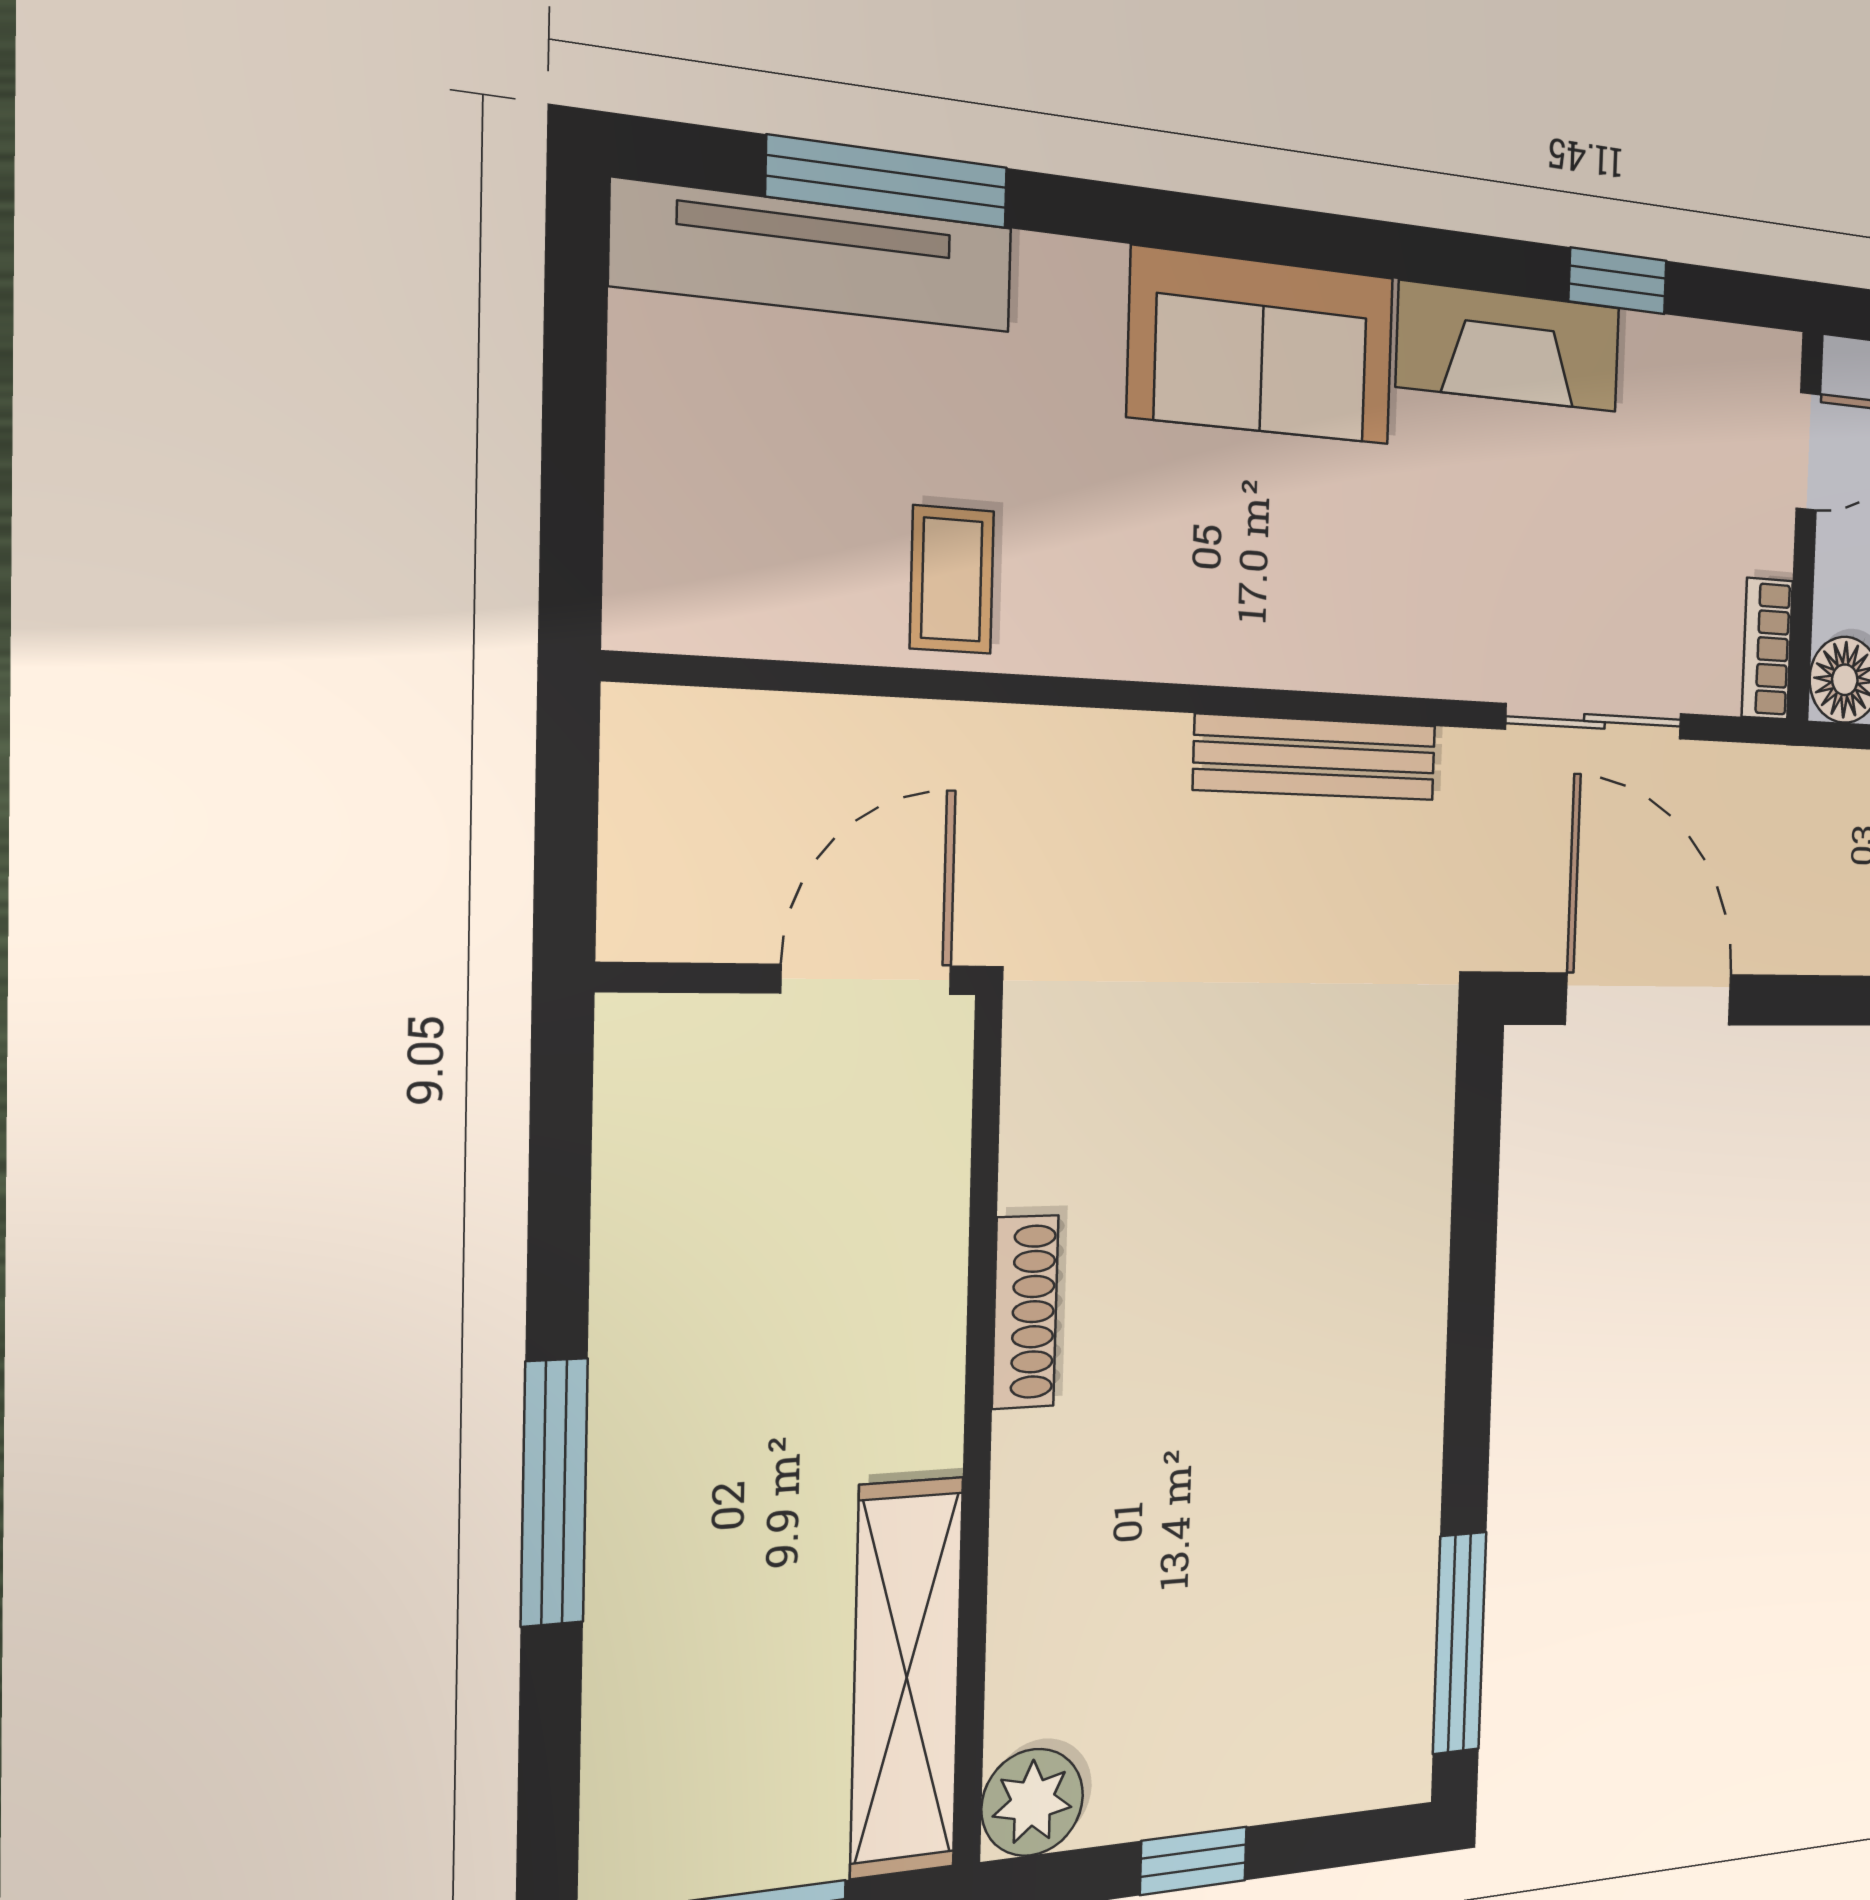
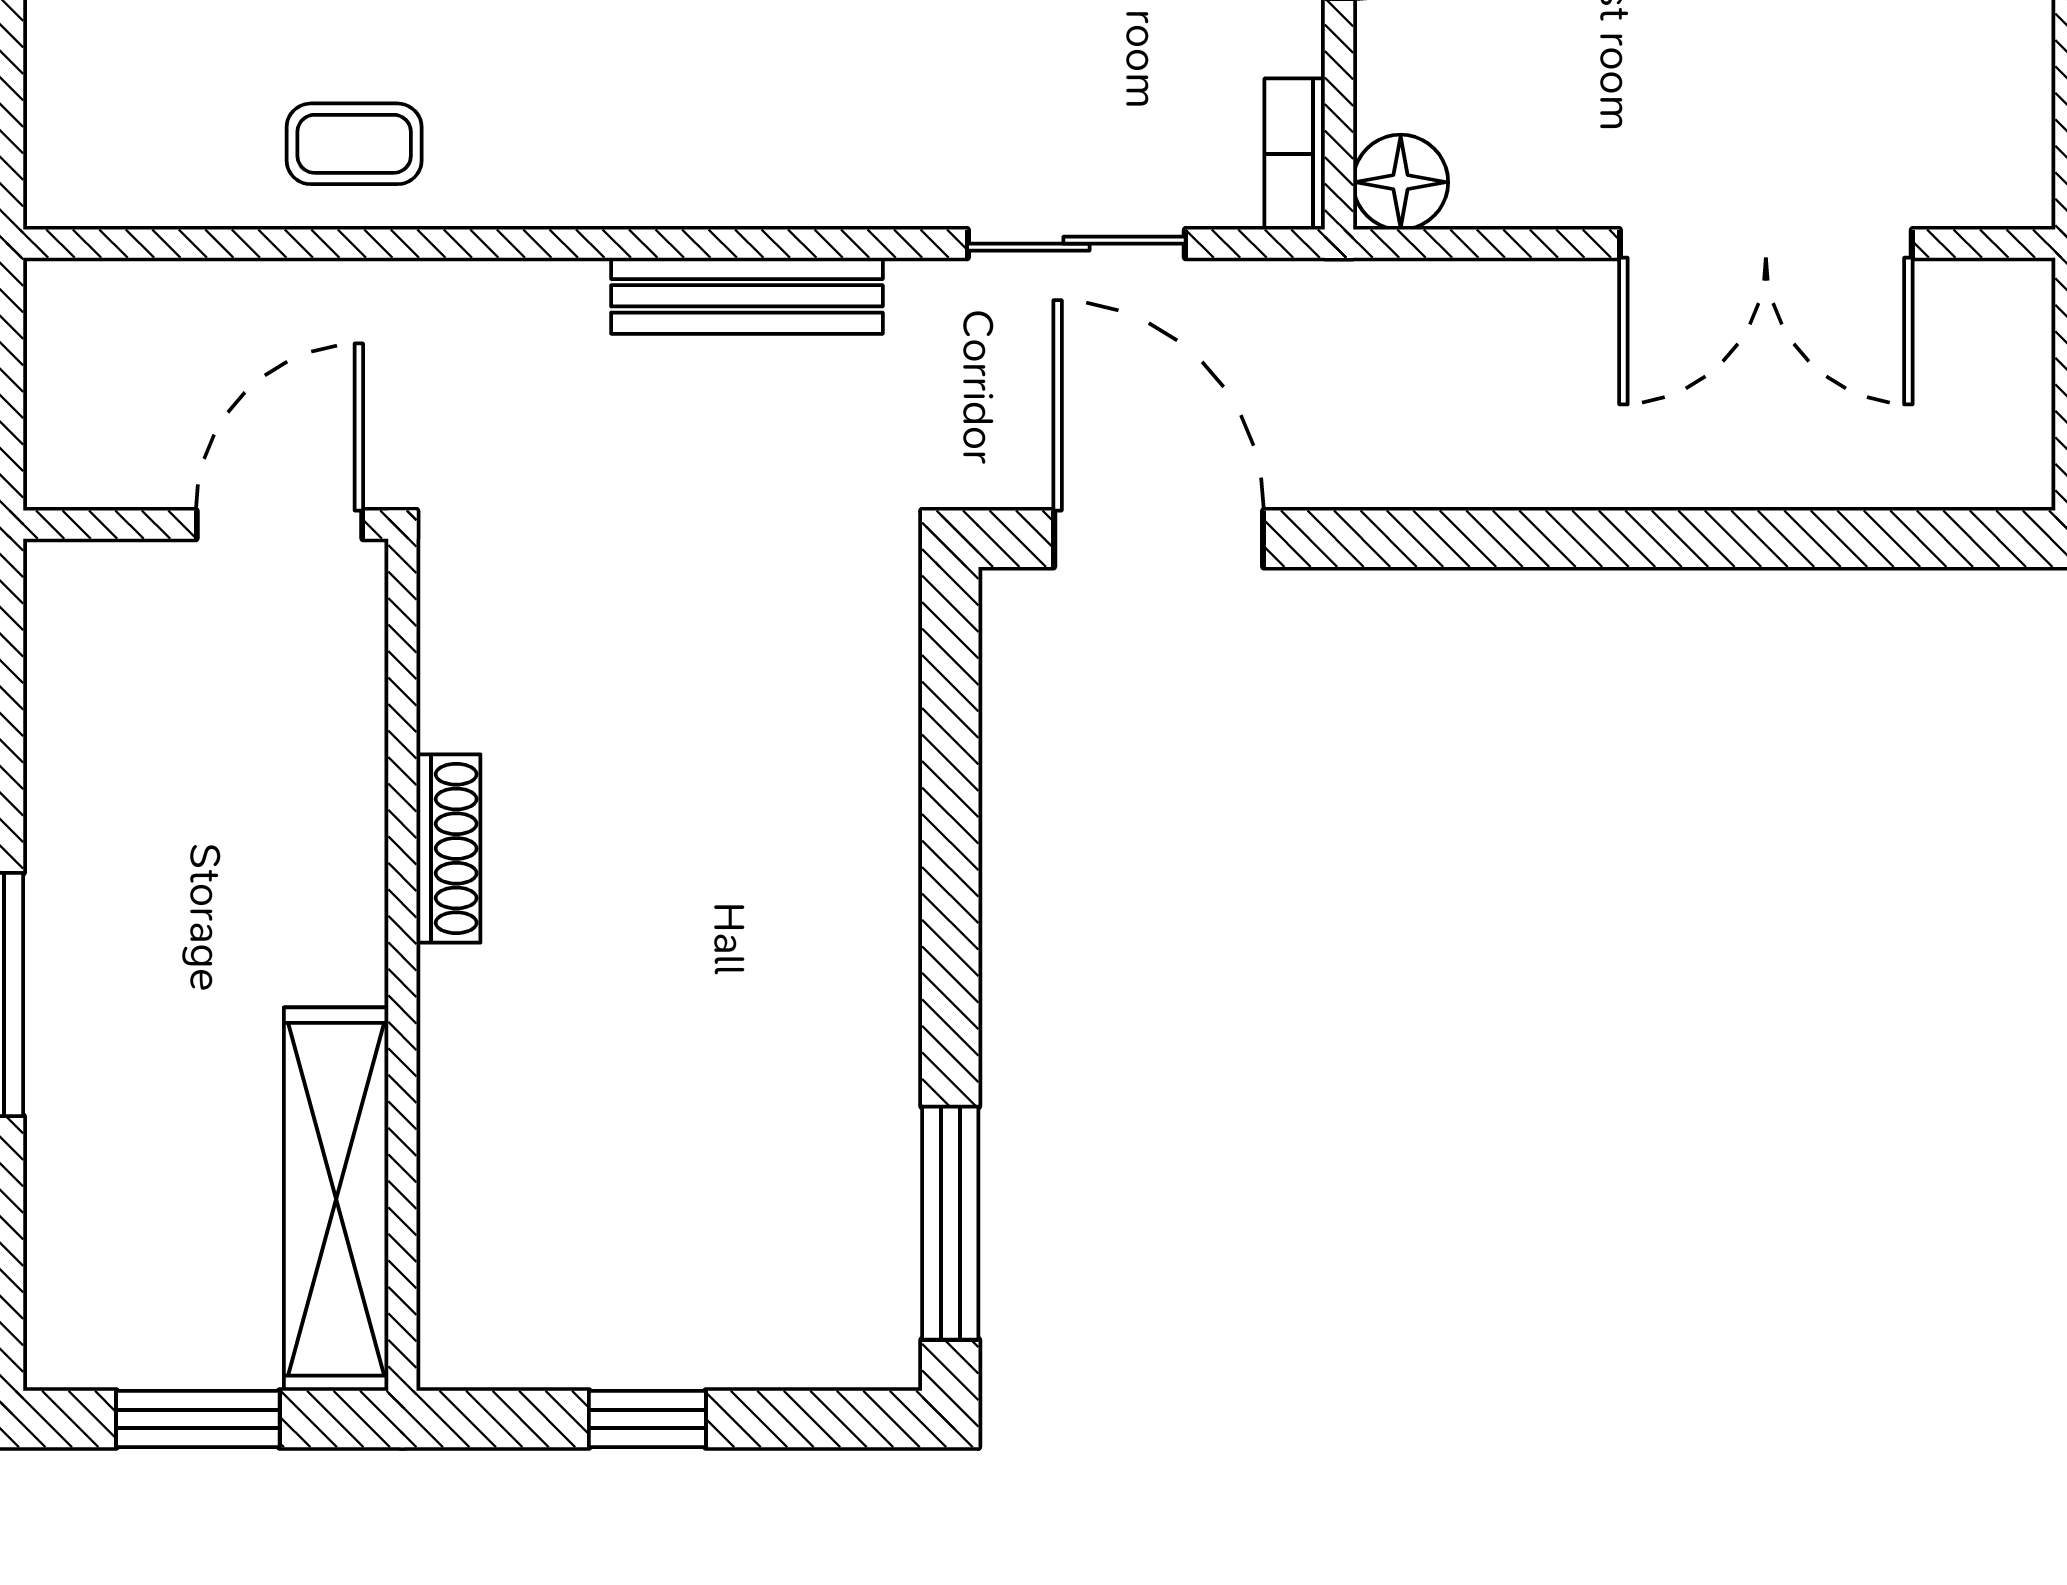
coffee table: (952, 580) -> (354, 144), turned 90
plant: (1032, 1802) -> (470, 1338), removed

